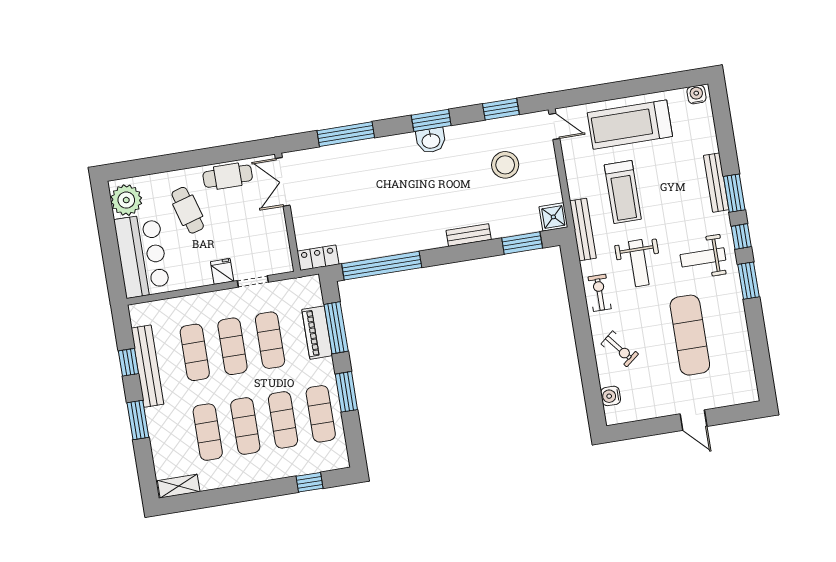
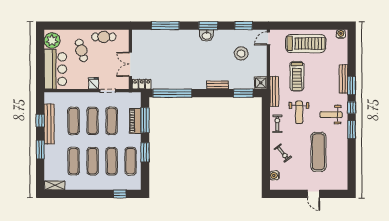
treadmill: (630, 125) -> (306, 44), turned 180
door: (554, 126) -> (268, 38), swing flipped
double door: (283, 182) -> (130, 64), moved

